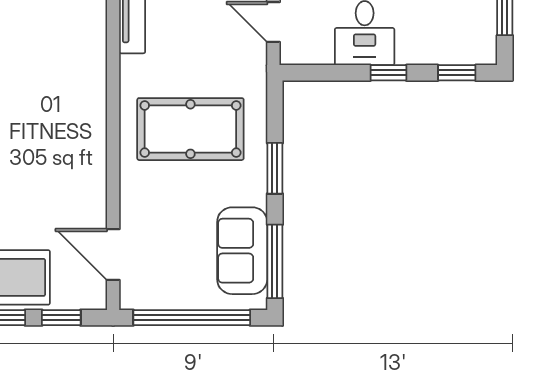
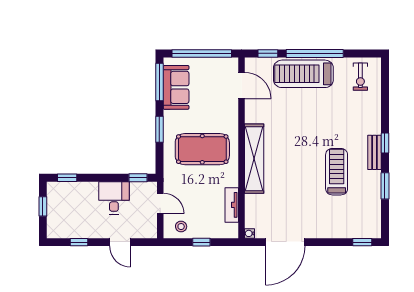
window: (388, 73) -> (138, 178), moved
shelving: (88, 110) -> (254, 159), added

